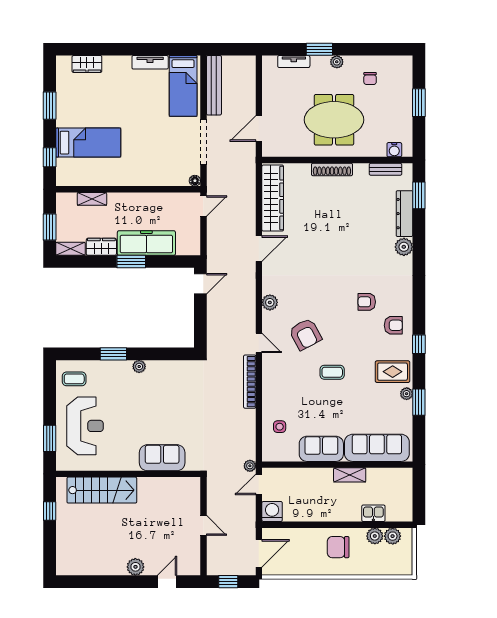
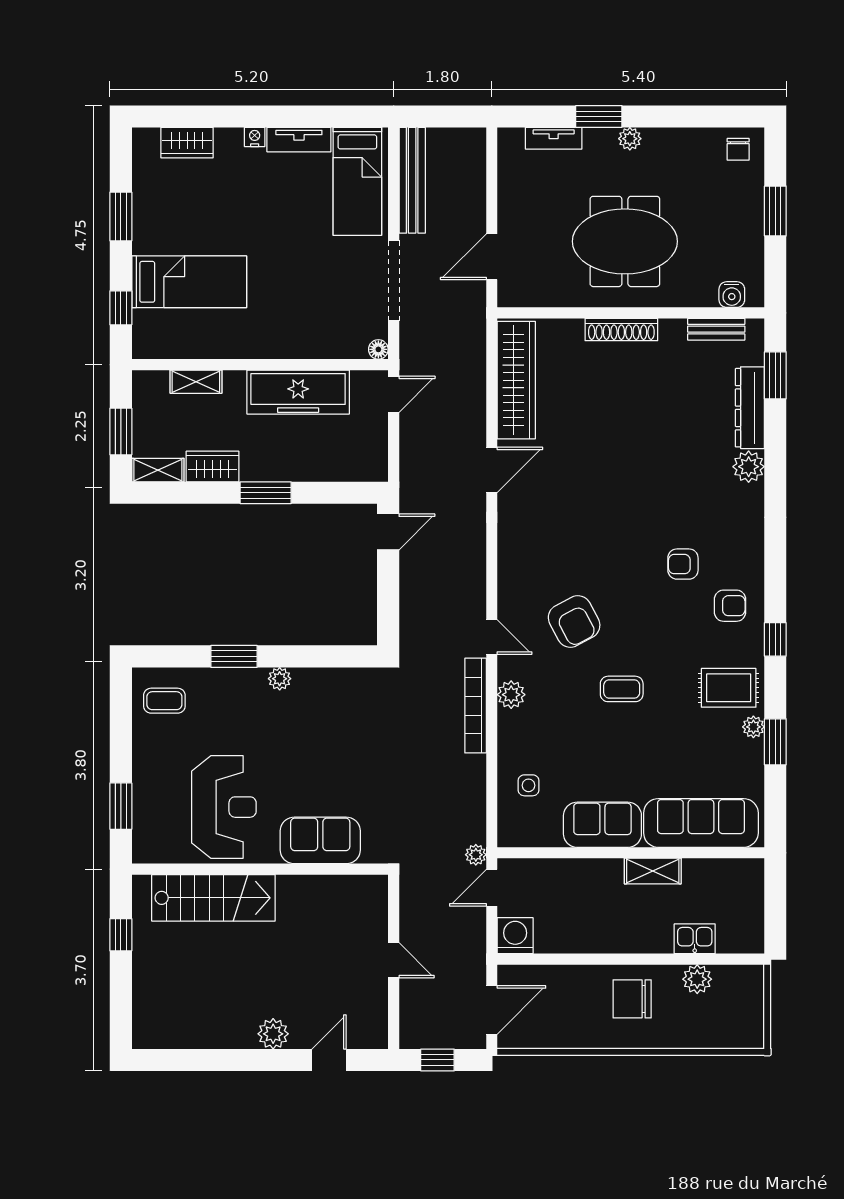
nightstand: (125, 61) -> (255, 137), added
chair: (370, 79) -> (738, 149), moved
freezer: (146, 243) -> (298, 392), moved, turned 180
plant: (270, 302) -> (511, 695), moved
reception desk: (85, 426) -> (224, 807), moved
plant: (393, 536) -> (729, 979), removed

